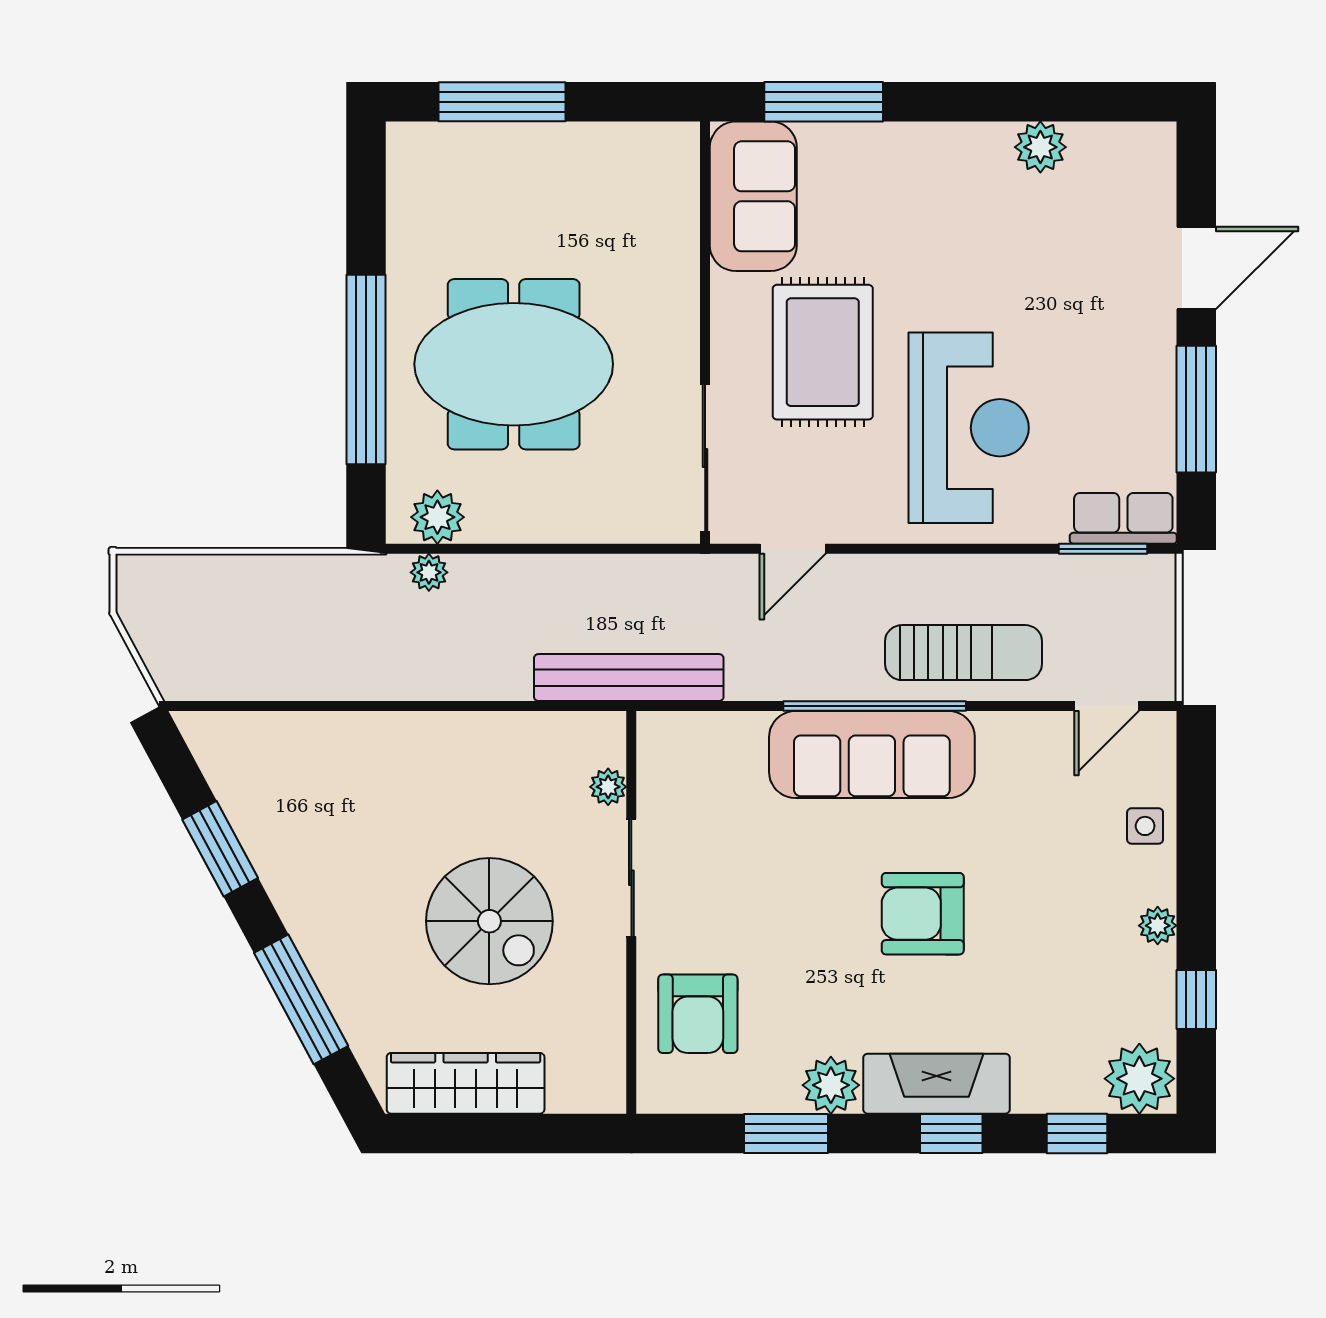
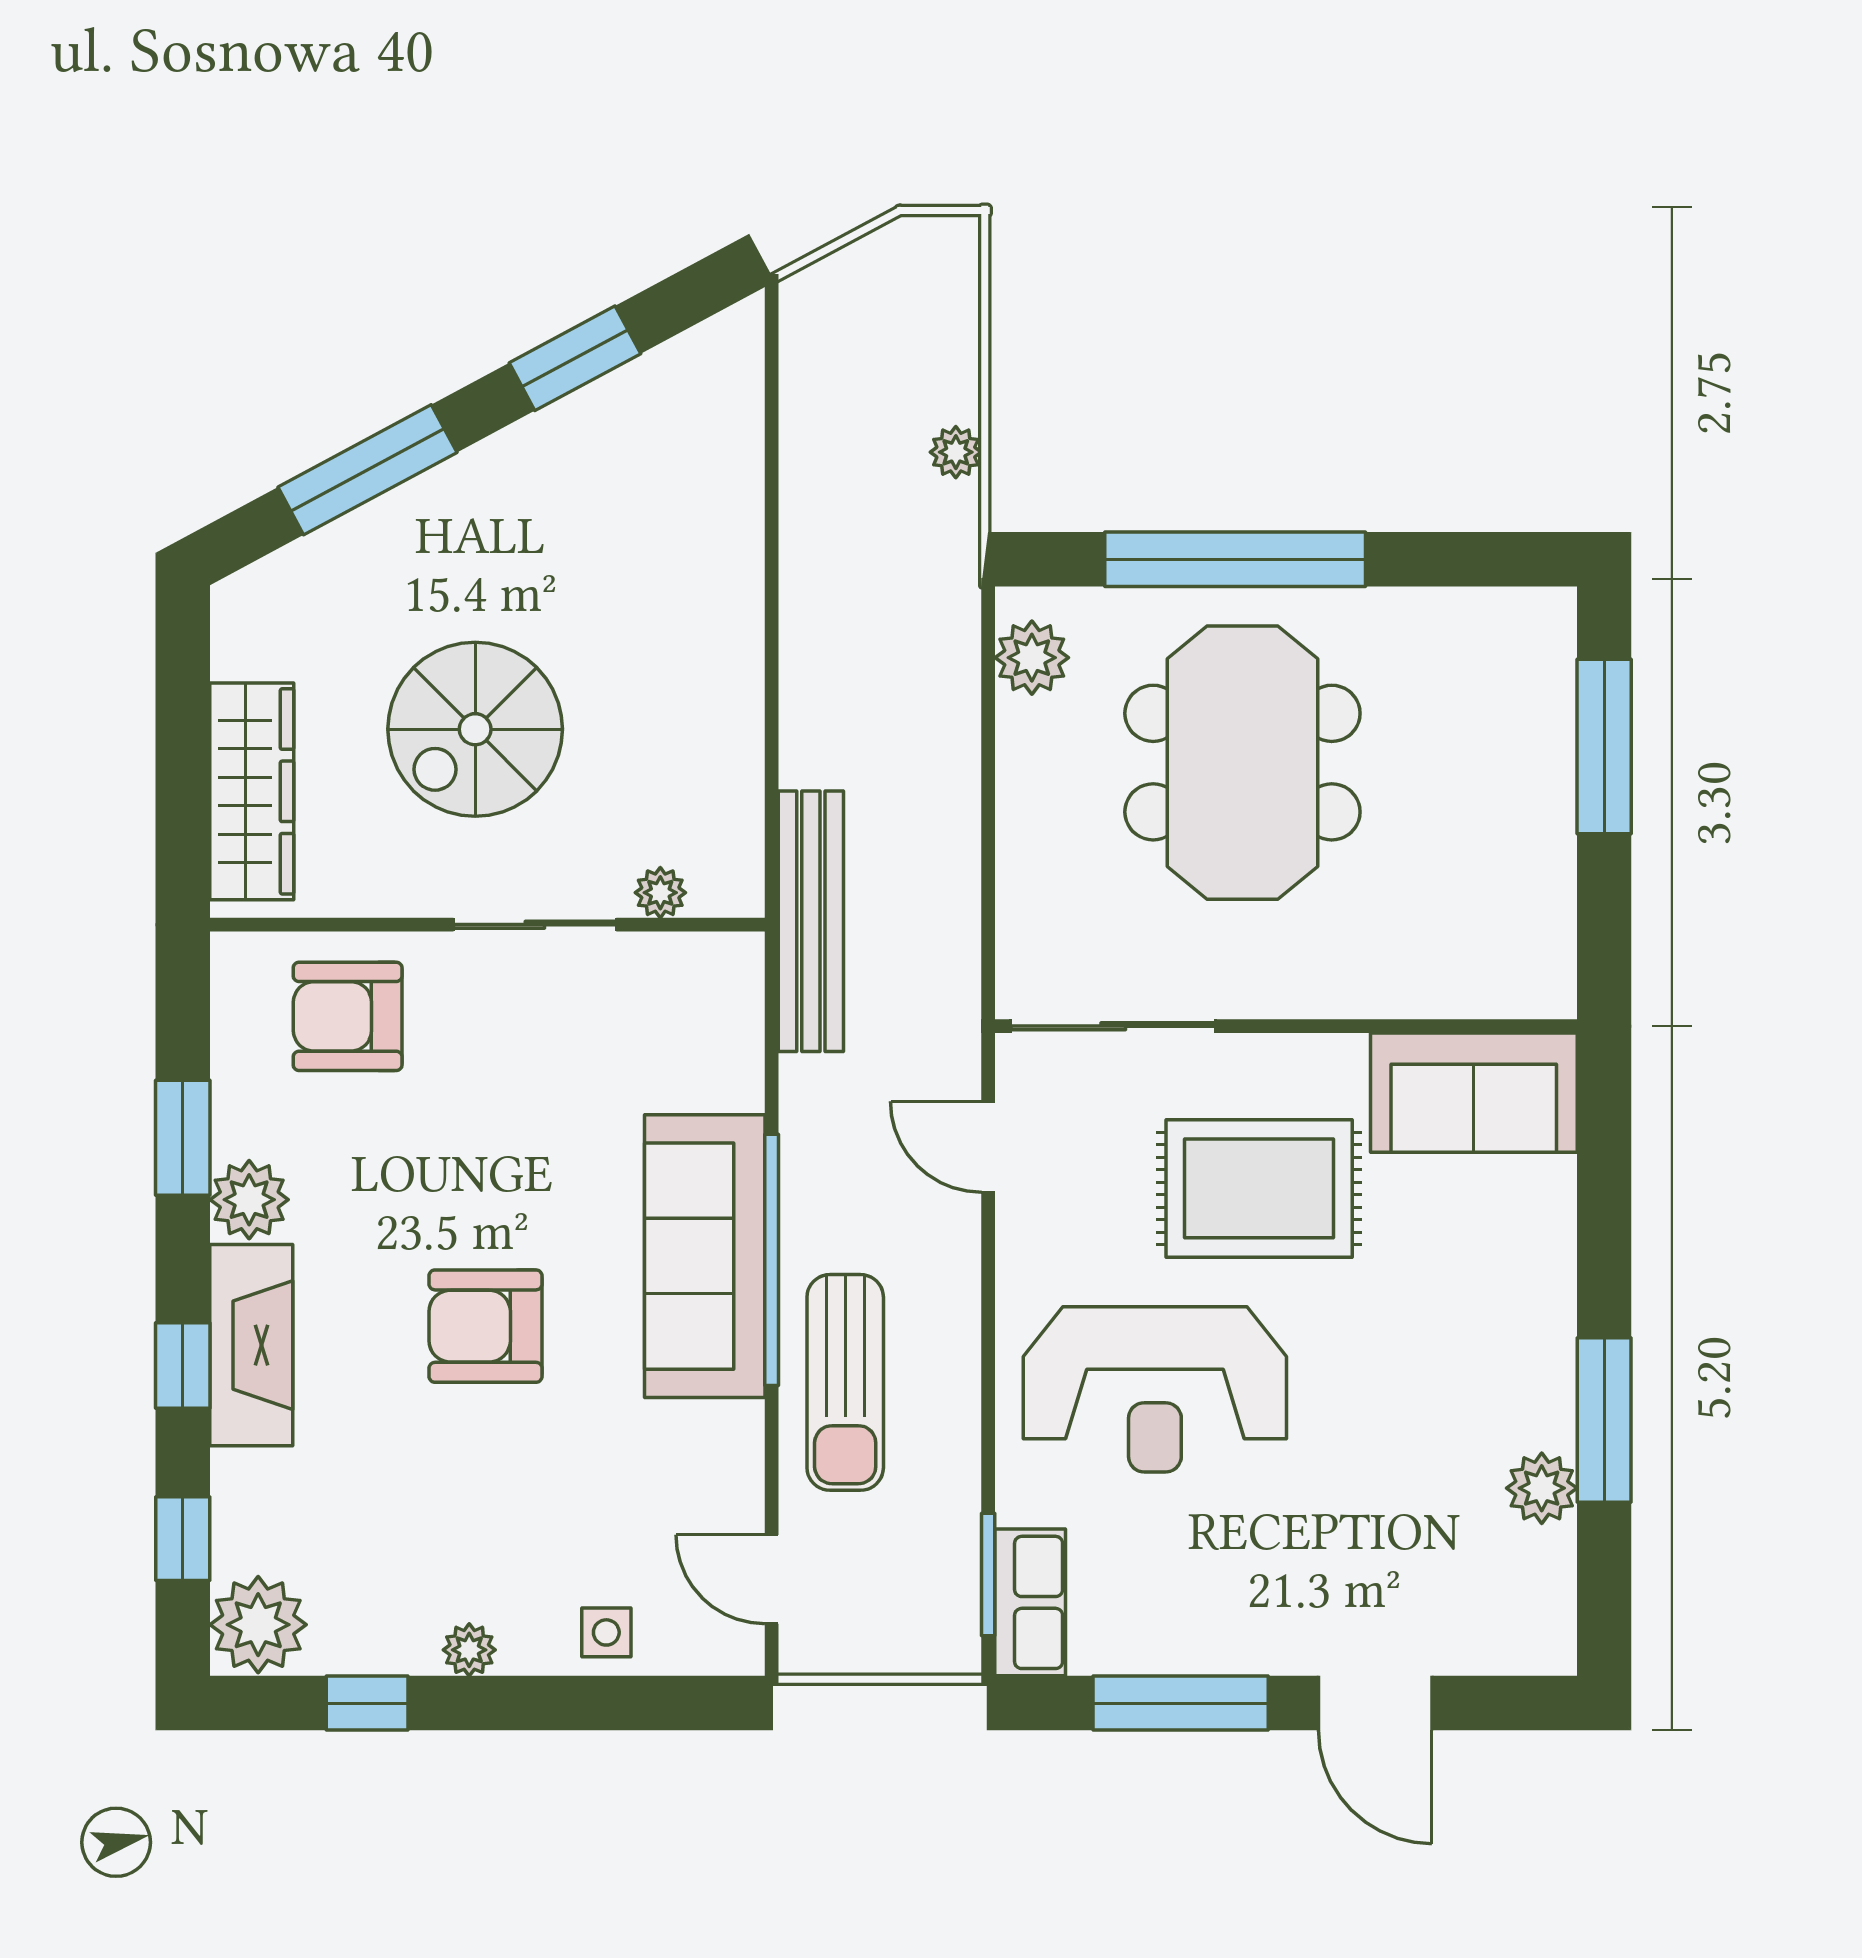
window: (824, 102) -> (1604, 1420), moved
plant: (429, 572) -> (956, 452), moved
armchair: (923, 914) -> (485, 1326), turned -90
wardrobe: (466, 1083) -> (252, 791), moved

